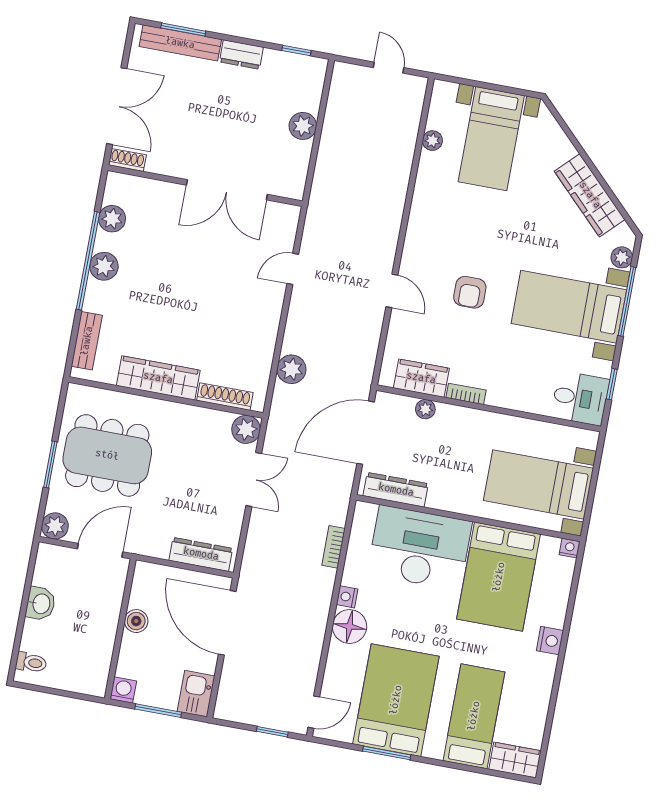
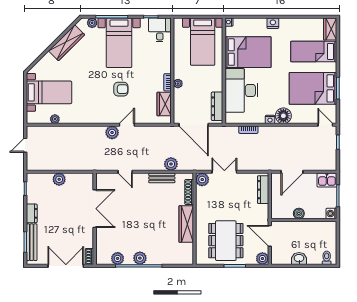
plant: (381, 257) -> (112, 133), added
bench: (87, 341) -> (162, 178), moved
plant: (425, 409) -> (178, 84), moved
door: (227, 623) -> (292, 172), width x0.73

